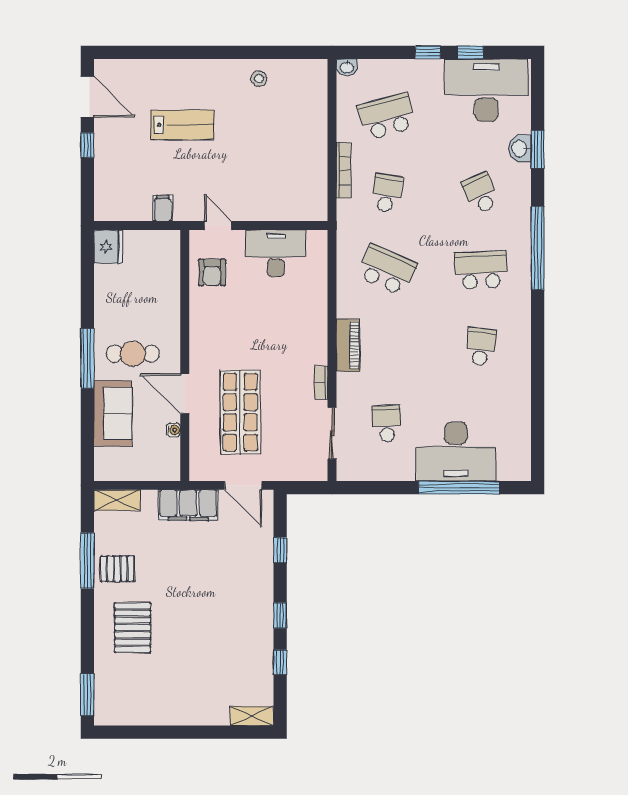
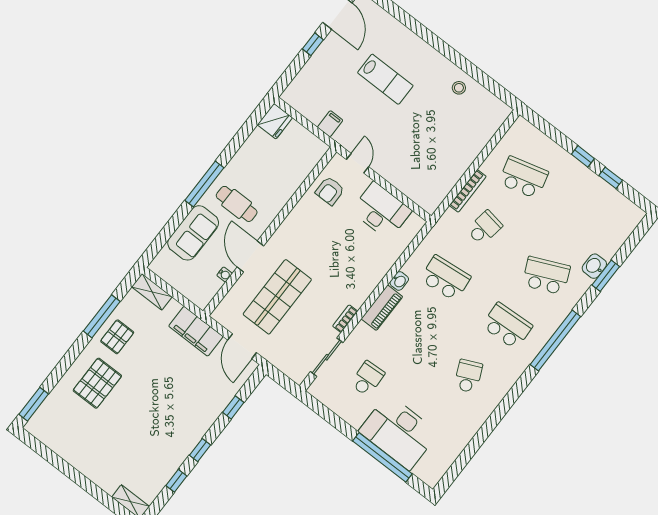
washbasin: (347, 67) -> (399, 281), moved, turned -90
desk: (486, 90) -> (602, 211), removed
school desk: (481, 193) -> (546, 276), width x1.85
school desk: (387, 270) -> (445, 278), turned -30
school desk: (481, 347) -> (468, 376), turned -30
pallet: (117, 569) -> (117, 337), turned 90

